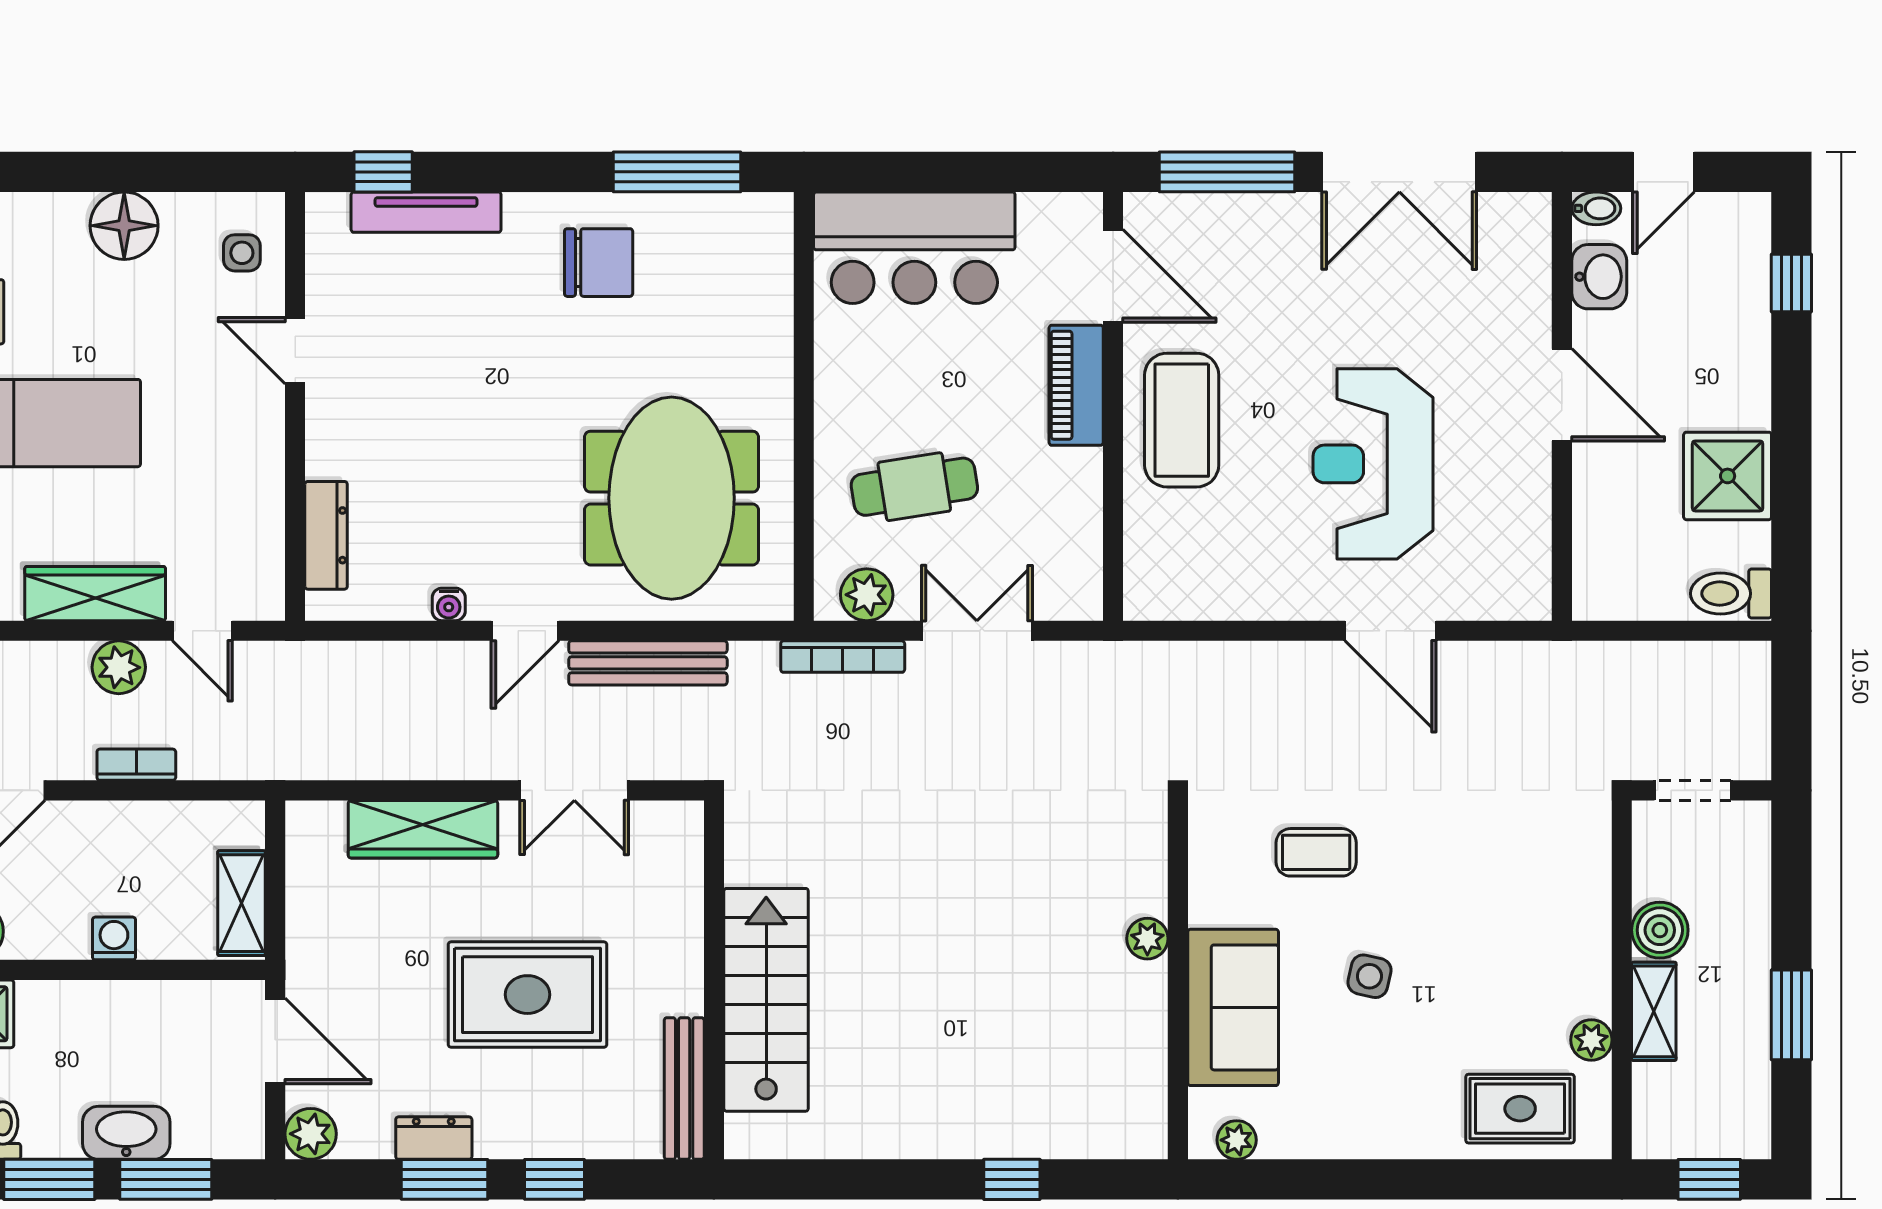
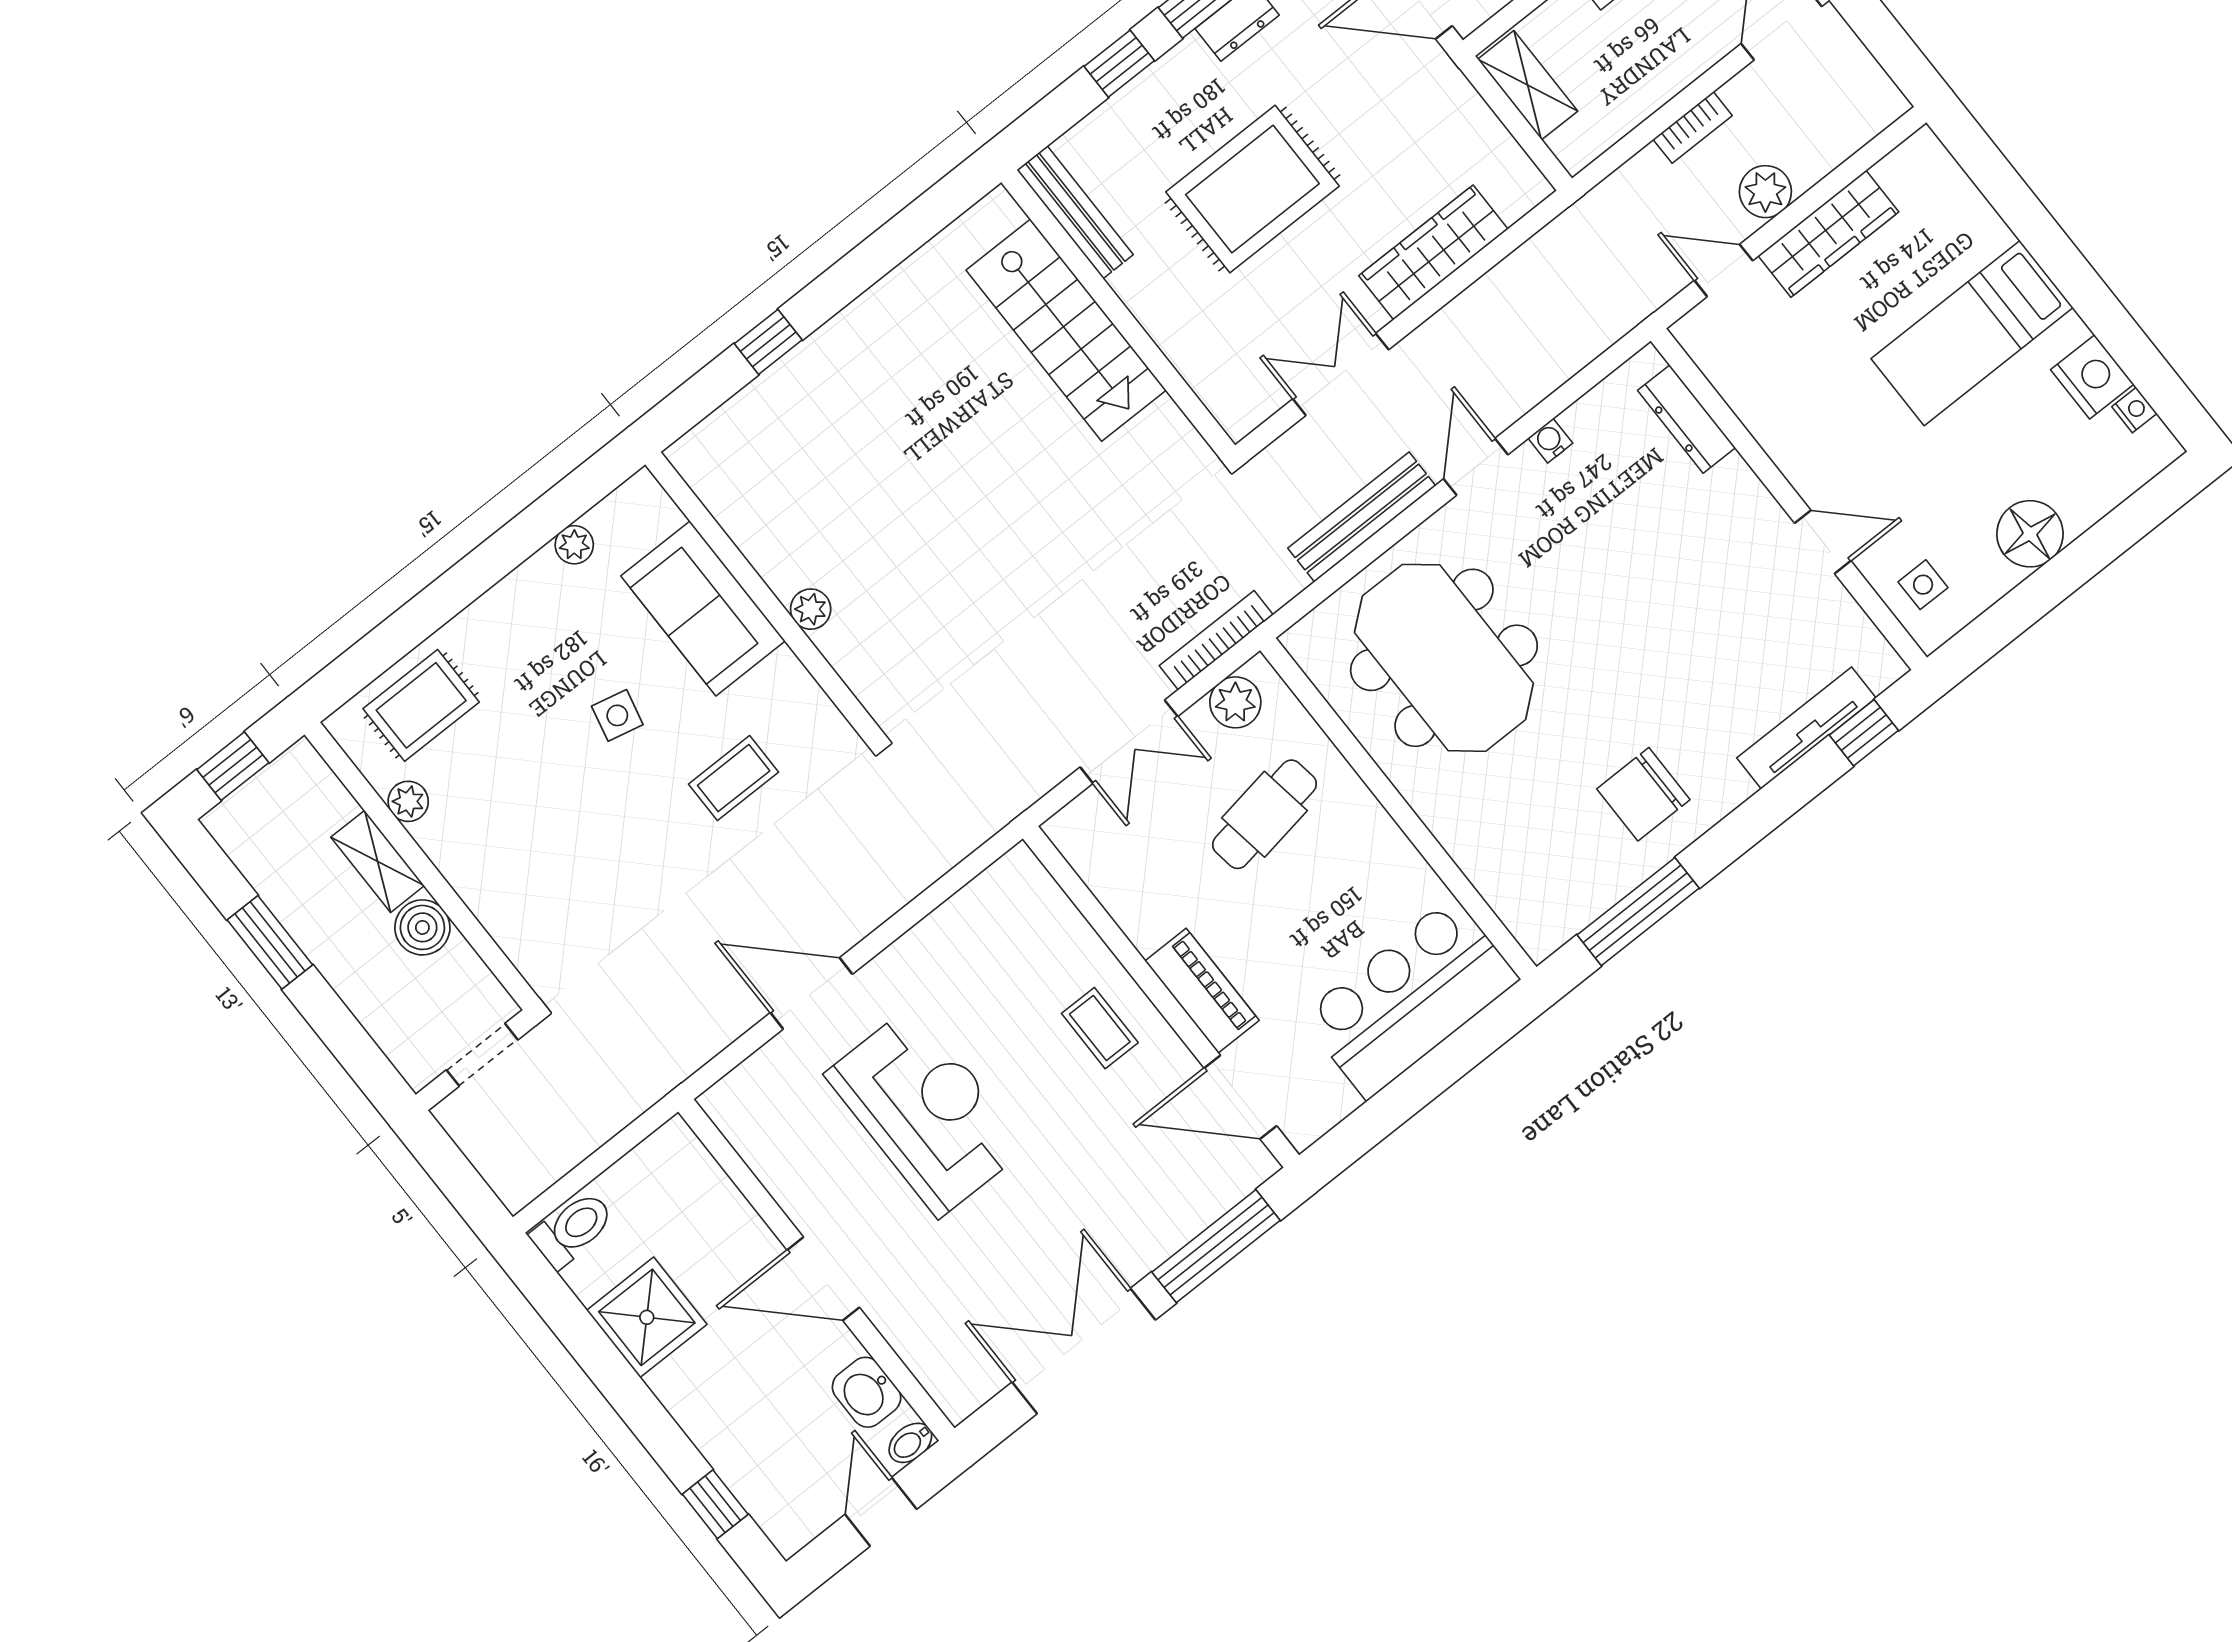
coffee table: (1182, 420) -> (1100, 1028), width x0.54, depth x0.58
plant: (1237, 1140) -> (574, 545), moved

